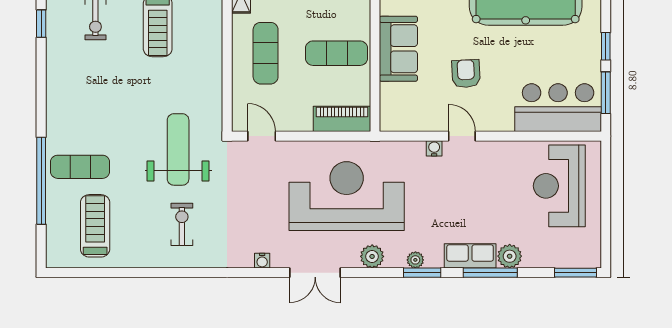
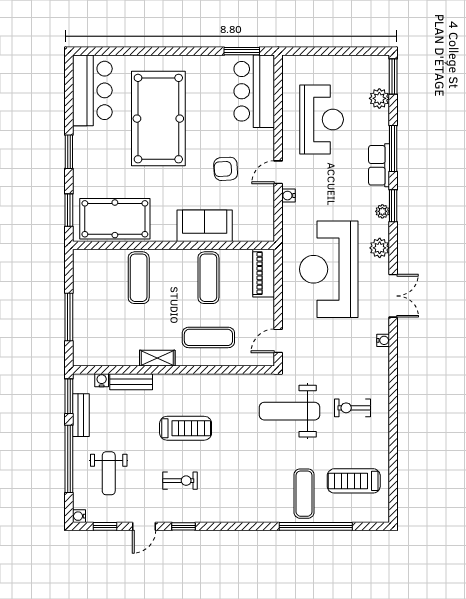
window: (606, 46) -> (203, 51), removed
reception desk: (559, 186) -> (322, 119), moved, turned -90
plant: (510, 256) -> (379, 98), moved

